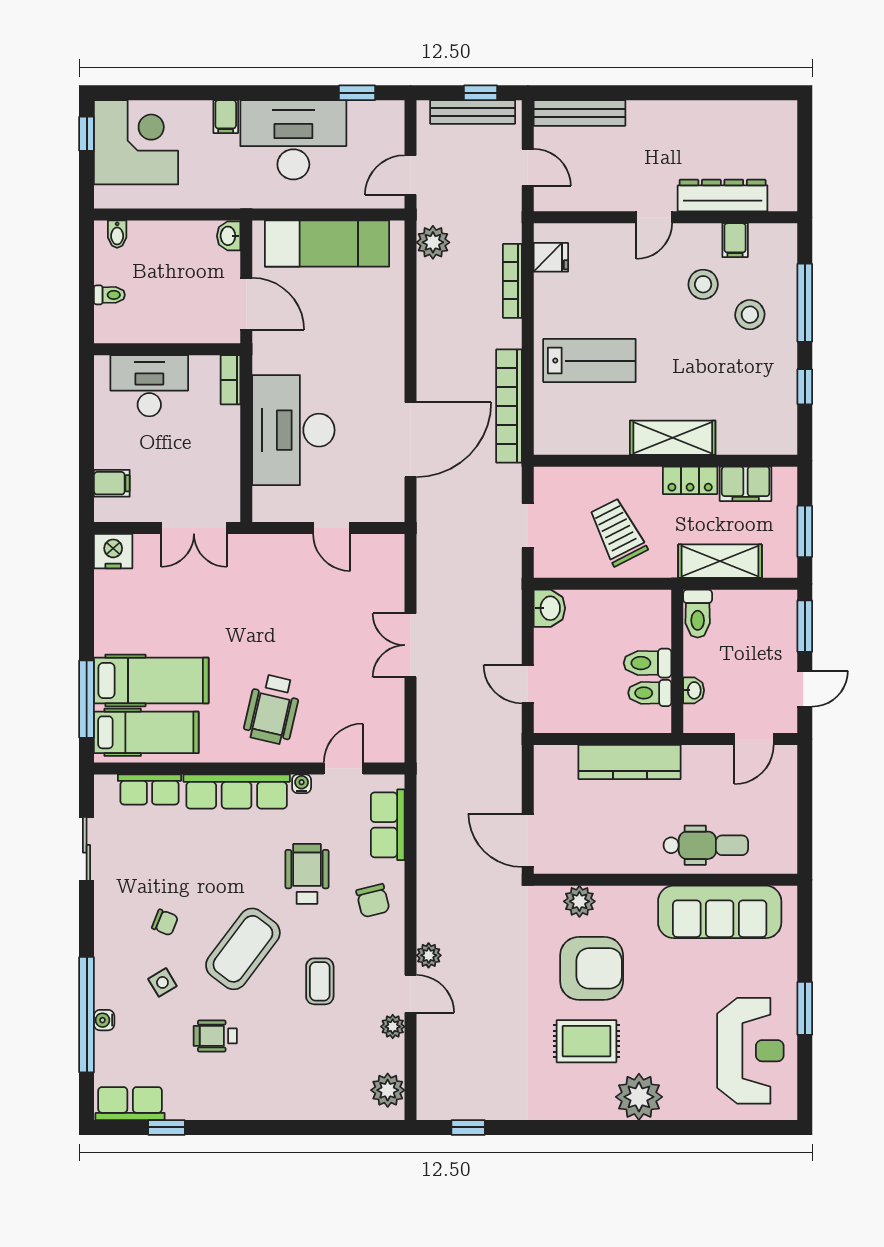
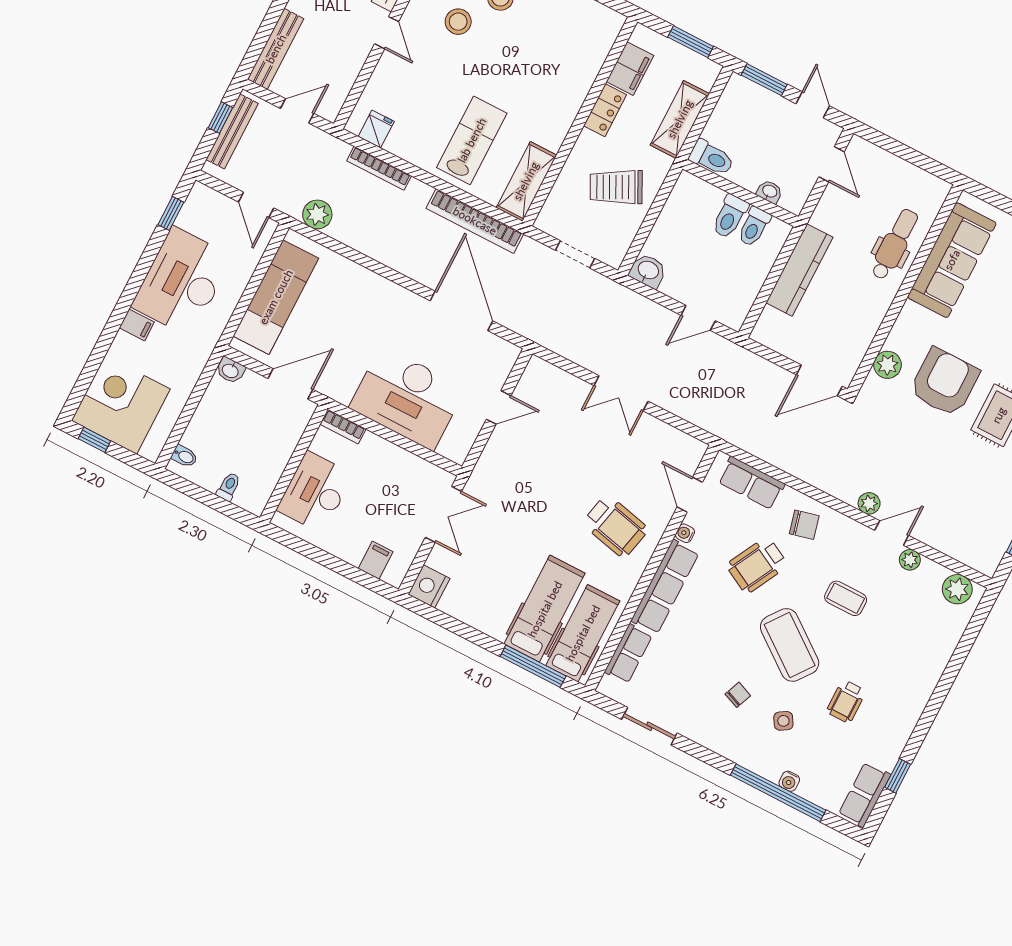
shelving: (673, 438) -> (526, 181), moved
wheelchair: (307, 874) -> (757, 565), turned -62

